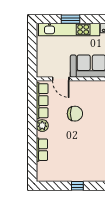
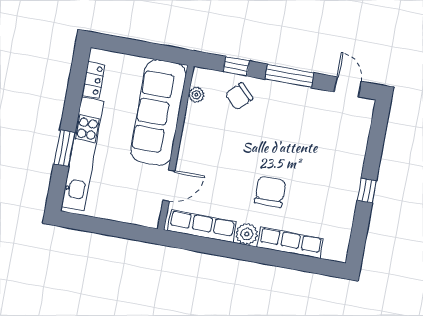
chair: (75, 114) -> (270, 192), moved
row of seats: (42, 150) -> (290, 243), width x1.48

